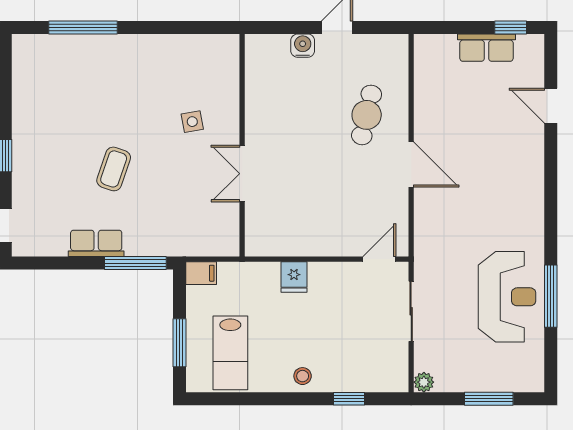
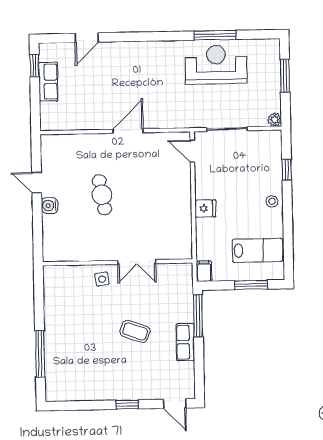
cafe table: (367, 115) -> (102, 195), moved, turned 67
wall: (242, 145) -> (118, 262), moved
double door: (242, 174) -> (137, 262), moved

